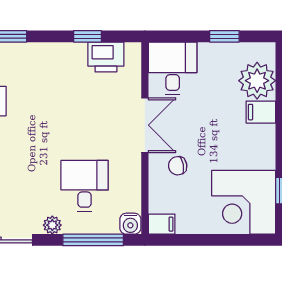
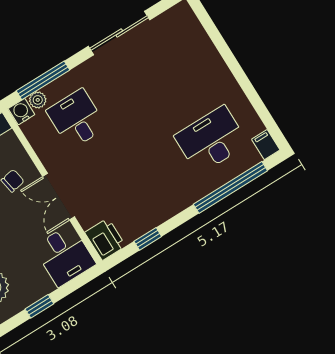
printer: (106, 57) -> (105, 239), moved, turned 90
desk: (85, 186) -> (76, 119), turned 180
plant: (52, 225) -> (38, 100), moved

